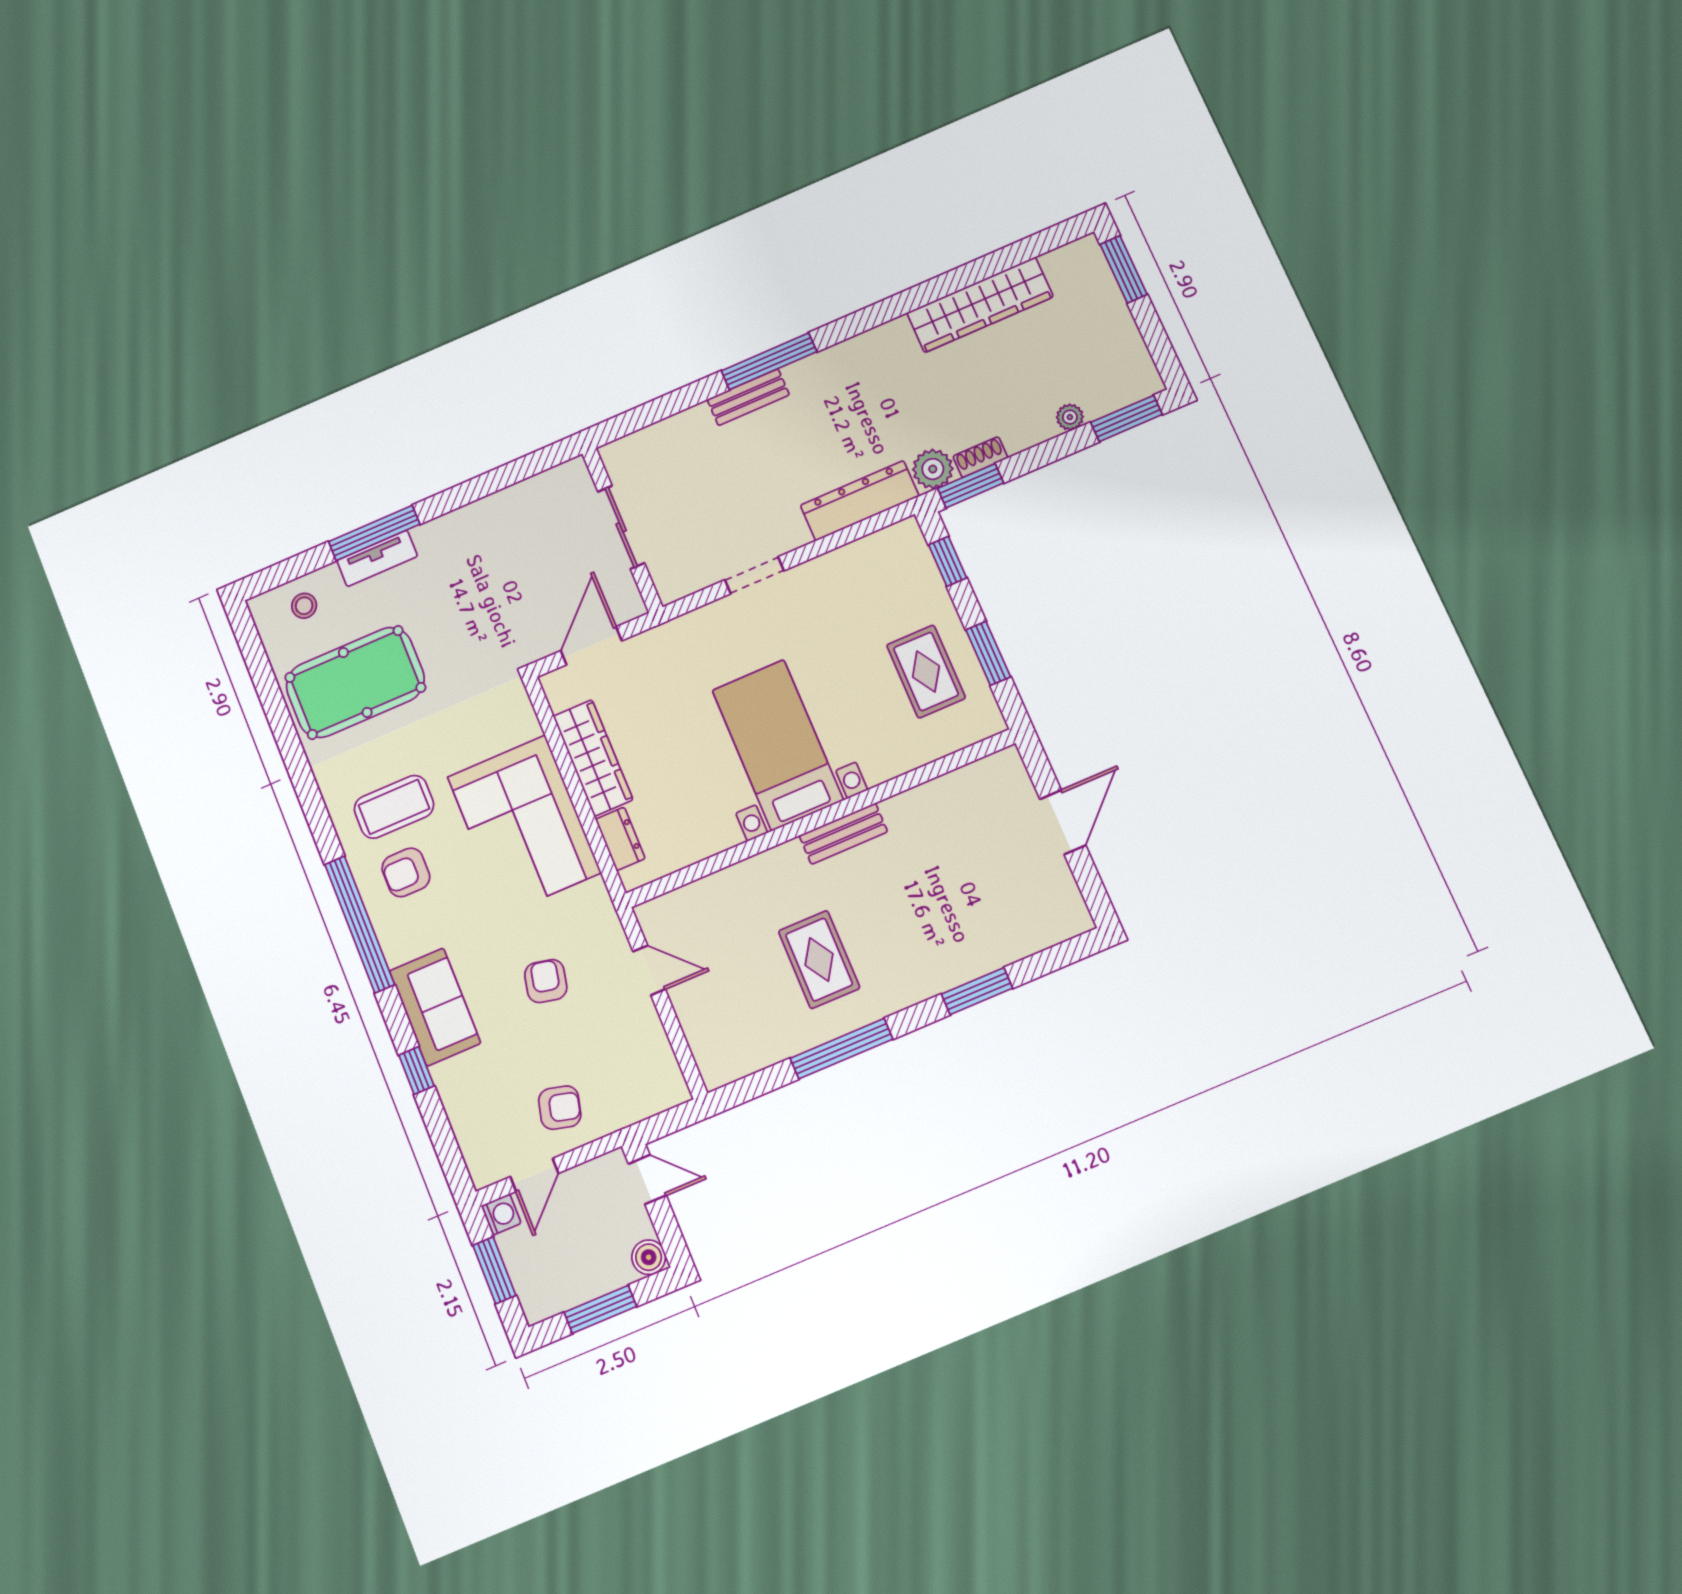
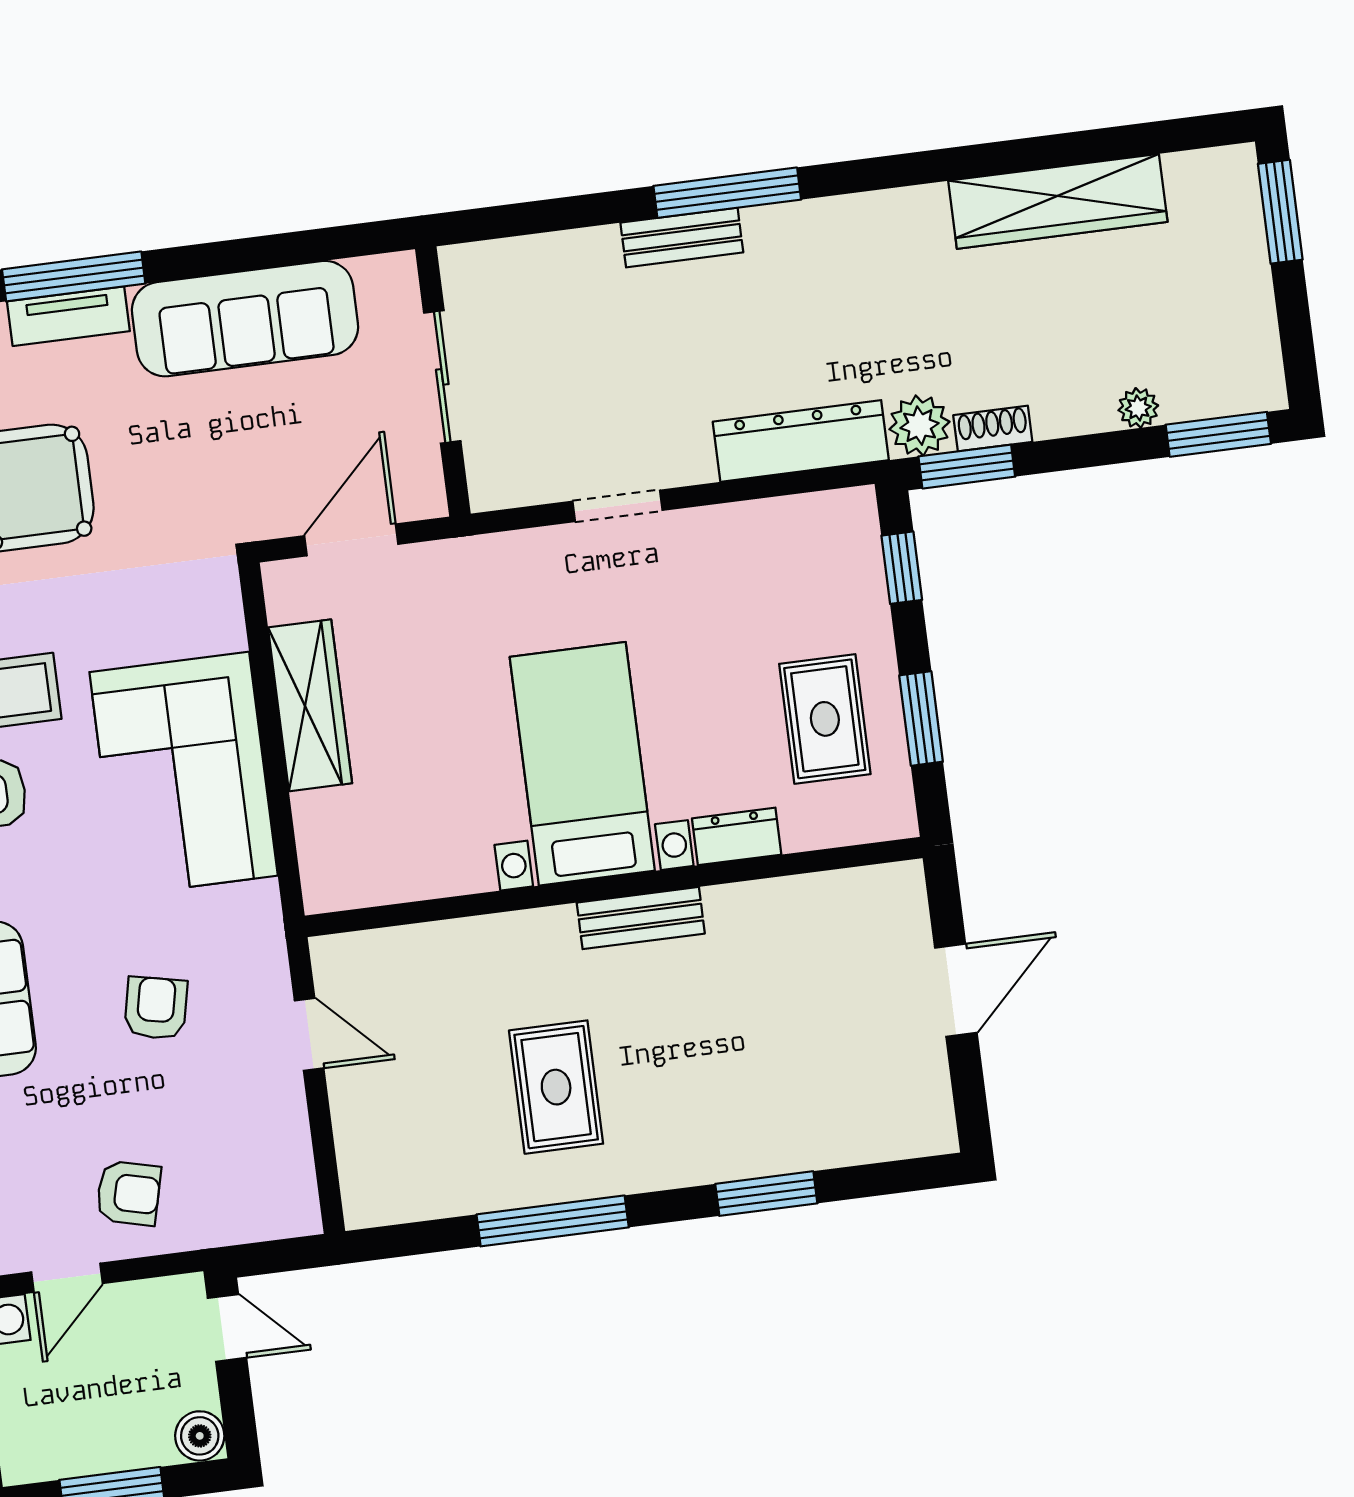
sofa: (488, 528) -> (245, 319), added
dresser: (620, 839) -> (737, 836), moved, turned -90

